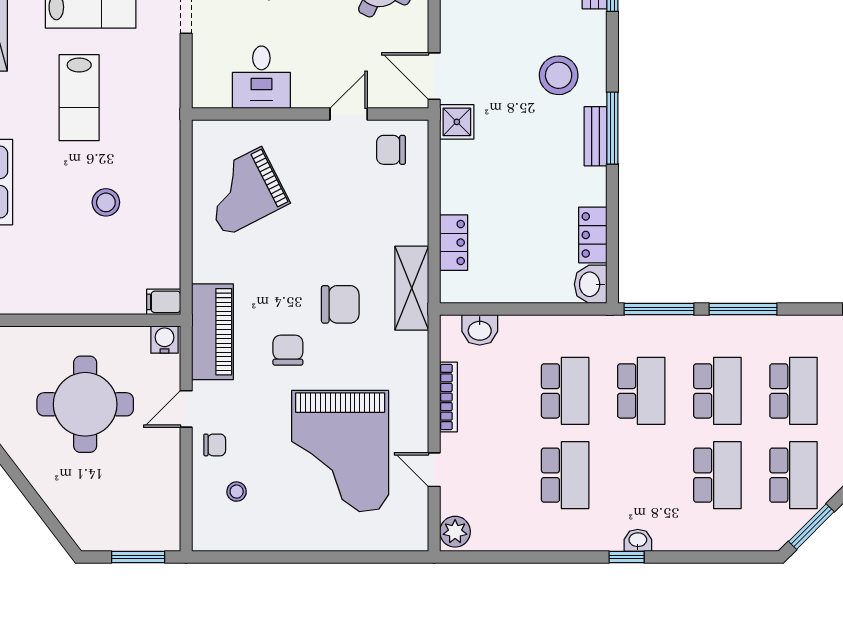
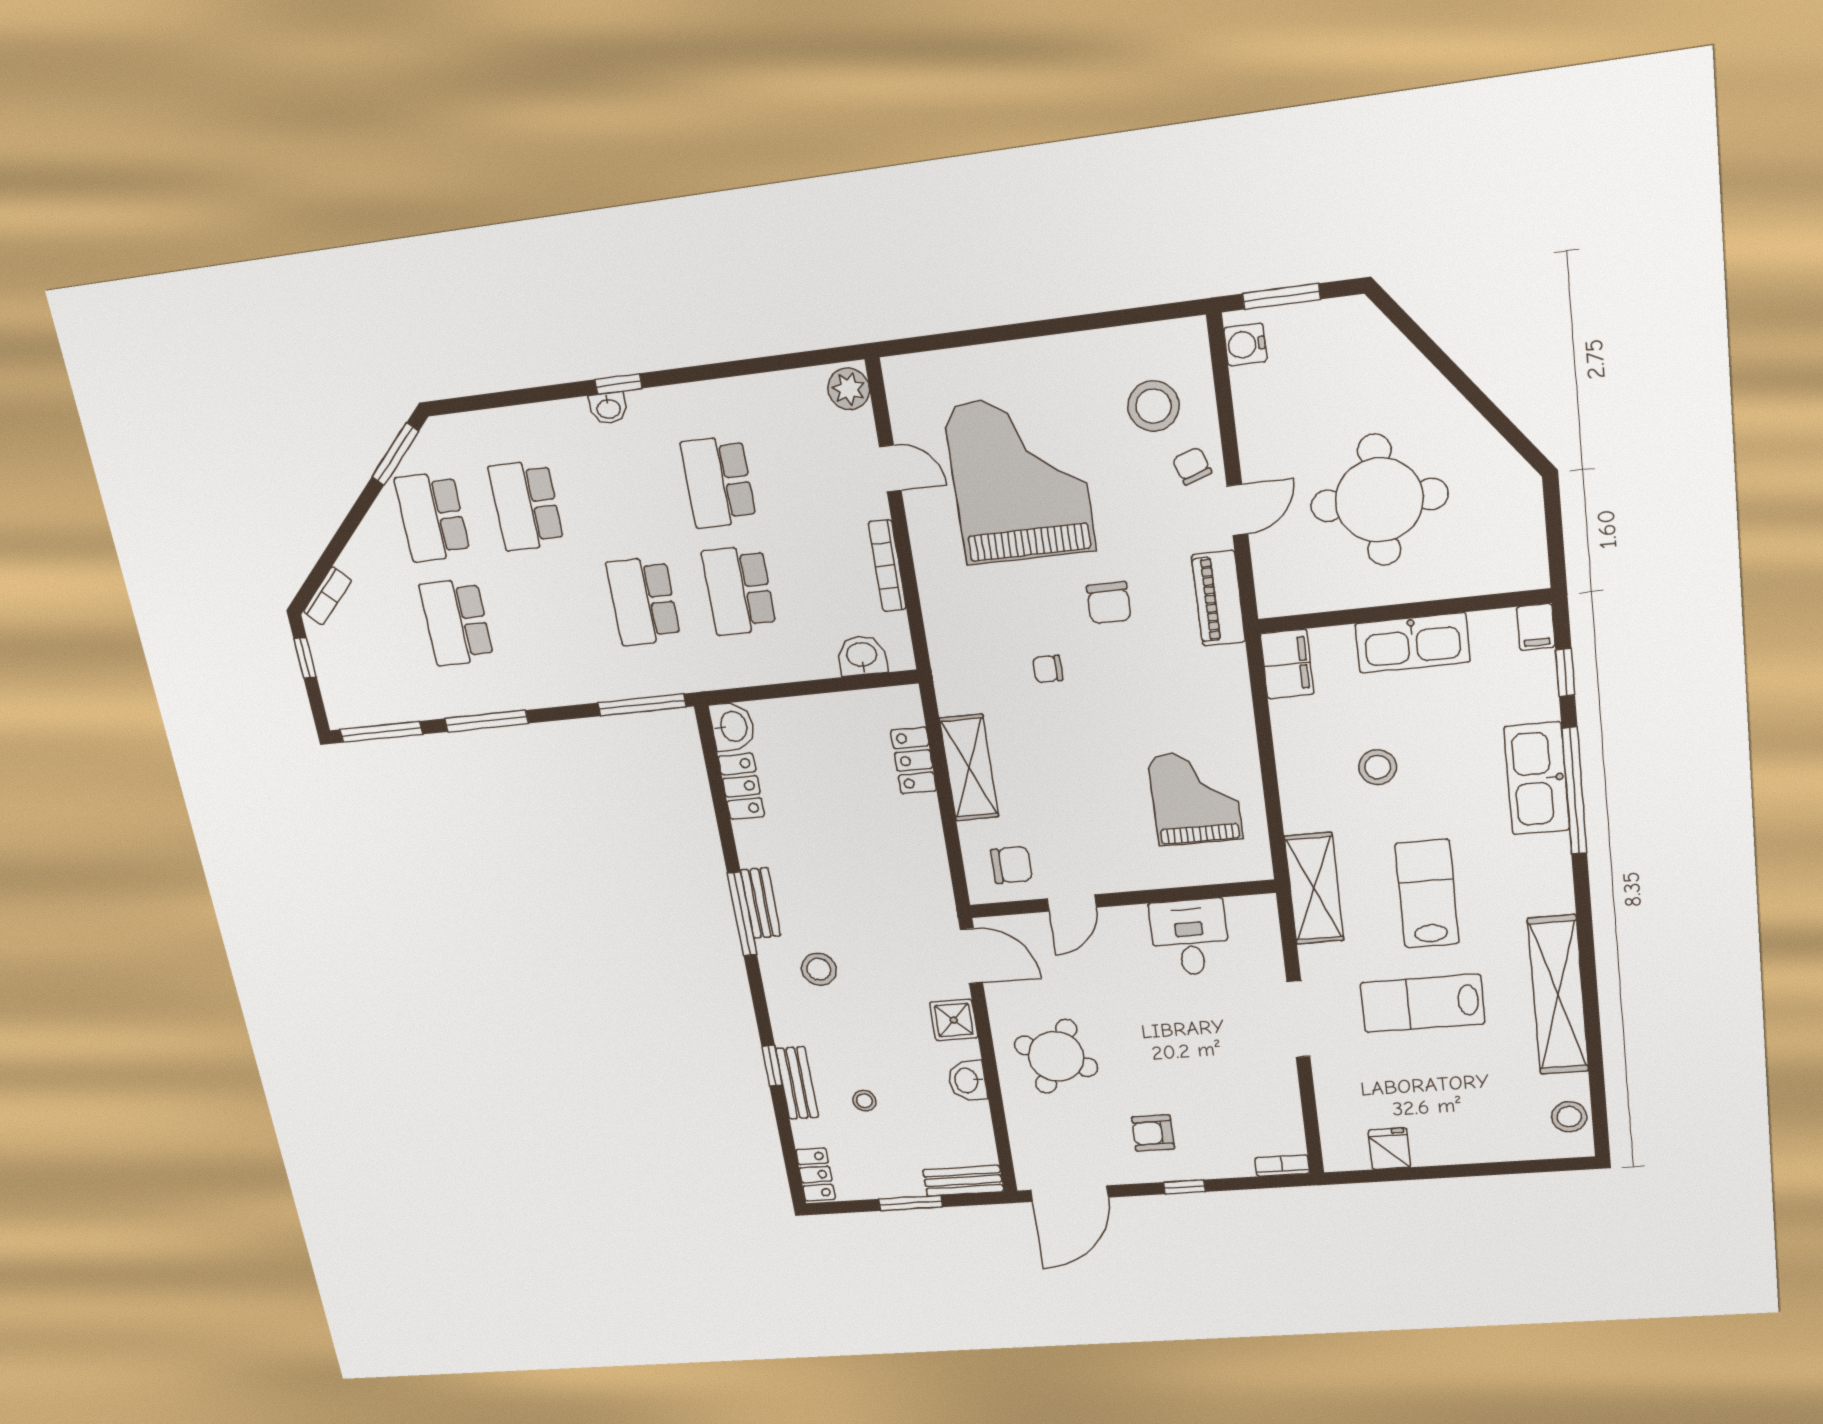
stool: (559, 75) -> (819, 969), width x0.73, depth x0.73
shelving: (163, 109) -> (1314, 888), added
shower: (457, 122) -> (954, 1020), moved
grand piano: (243, 191) -> (1195, 798), turned -63
shelving: (412, 288) -> (969, 768), moved
kitchen sink: (72, 296) -> (1412, 643), added
filing cabinet: (164, 302) -> (1287, 664), width x2.00
chair: (340, 304) -> (1048, 669), width x0.54, depth x0.54
window: (743, 309) -> (487, 721), moved
piano: (213, 332) -> (1219, 598), width x0.73, depth x0.75
water cooler: (165, 339) -> (1245, 345), moved, turned 90
school desk: (717, 391) -> (549, 612), removed
chair: (215, 445) -> (1192, 466), turned 70
stool: (237, 492) -> (1153, 406), width x1.89, depth x1.89

